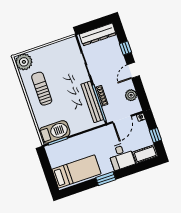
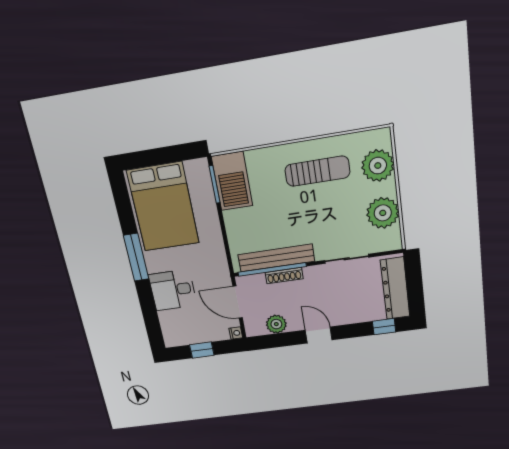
window: (126, 48) -> (384, 327), moved
plant: (58, 51) -> (383, 213), added
plant: (24, 62) -> (378, 166), moved
cot: (145, 154) -> (172, 329), removed
bed: (76, 172) -> (163, 207), width x1.50
window: (106, 179) -> (136, 257), width x1.44

